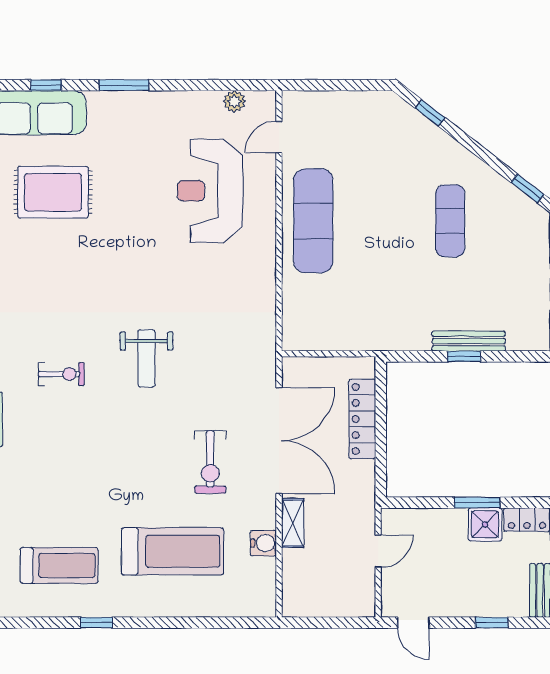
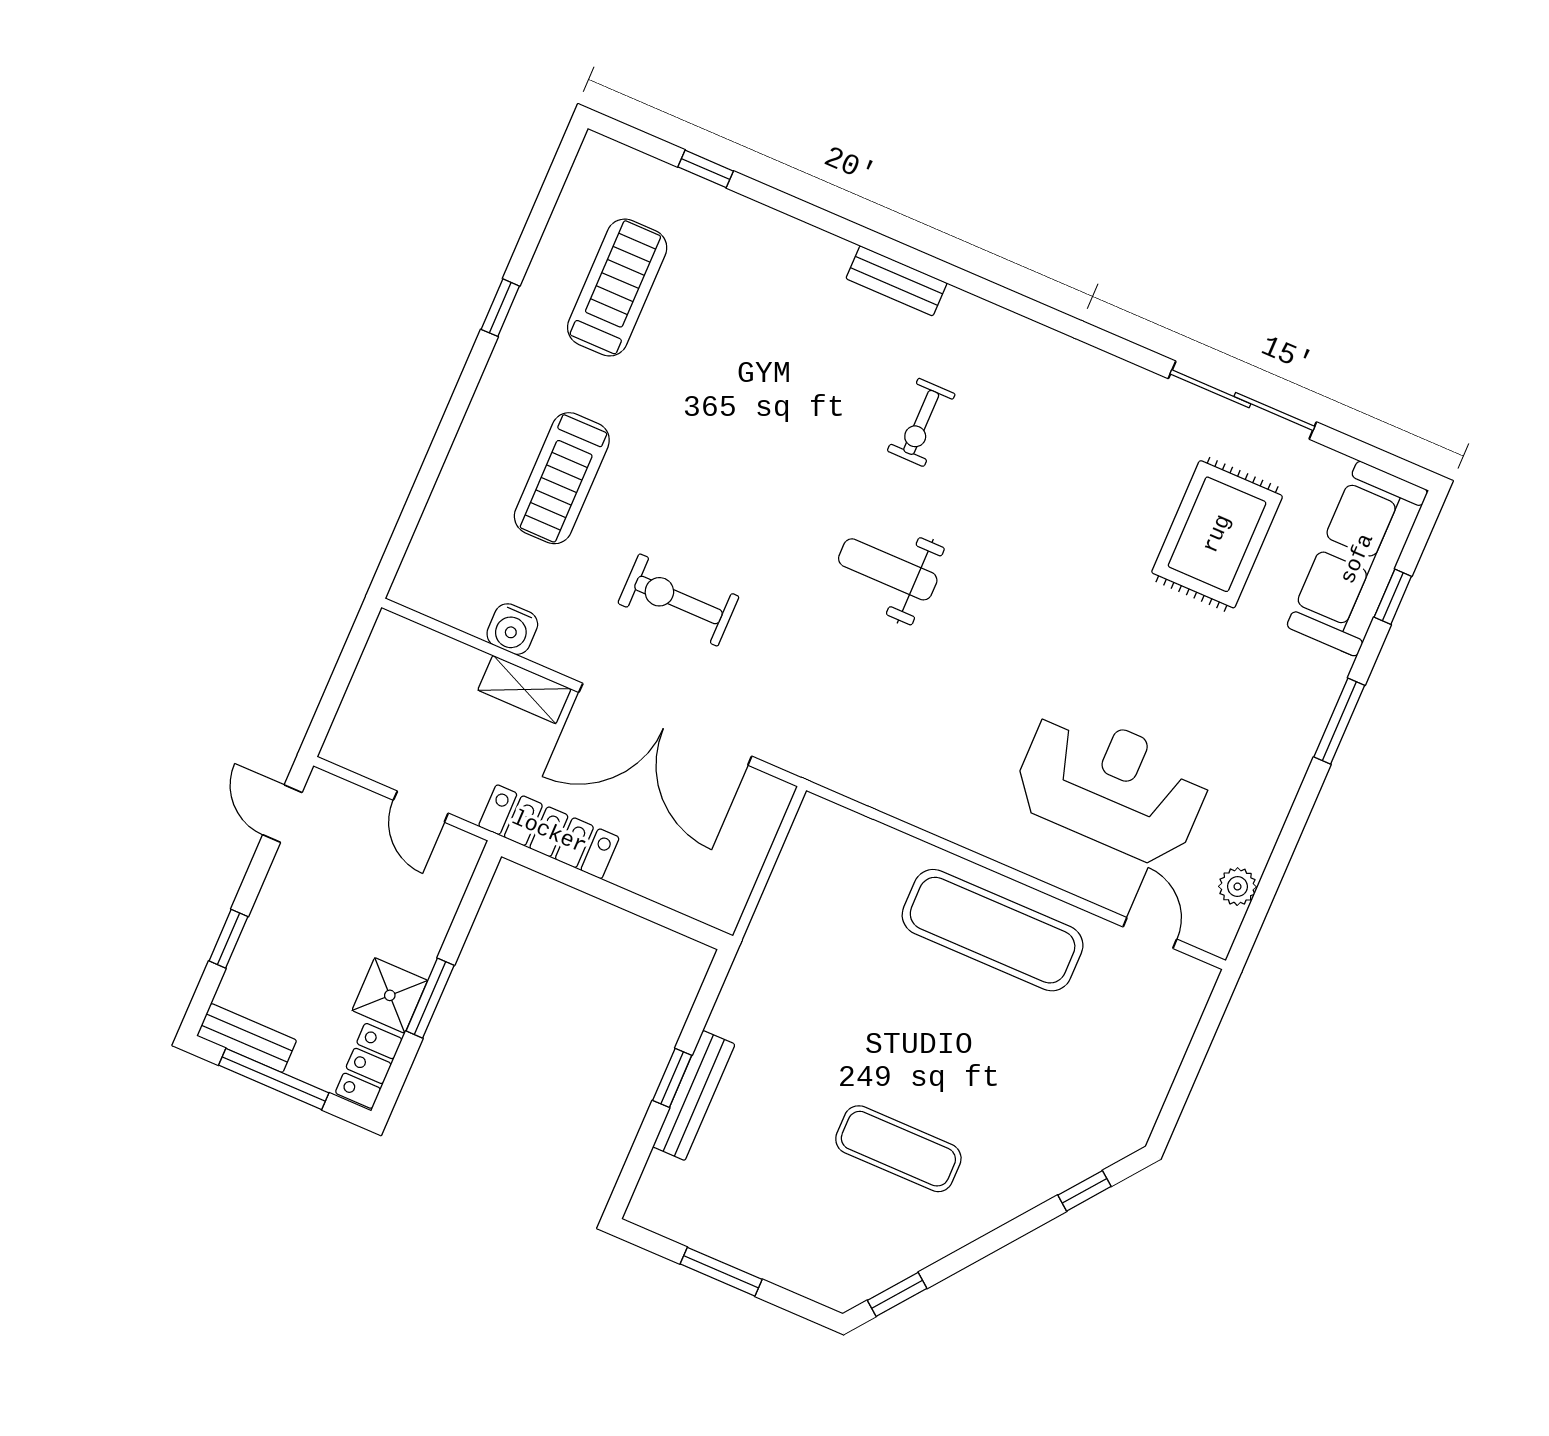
locker: (362, 419) -> (549, 832), moved
treadmill: (172, 551) -> (562, 478), width x0.73, depth x0.73
treadmill: (59, 565) -> (617, 288), turned 180
door: (413, 623) -> (282, 814), hinge flipped

